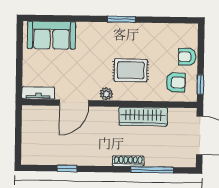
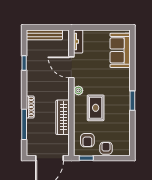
bench: (28, 140) -> (44, 35), added

